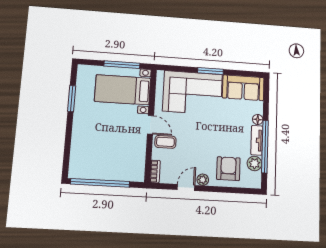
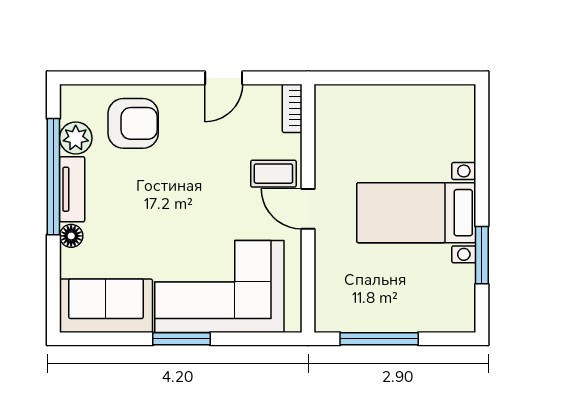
bed with nightstands: (123, 90) -> (416, 213), moved, turned 180
armchair: (228, 169) -> (133, 123), turned -90
plant: (203, 180) -> (188, 97), removed
window: (100, 183) -> (407, 78), removed

